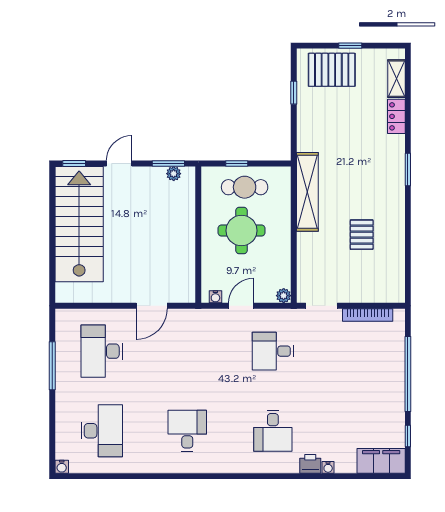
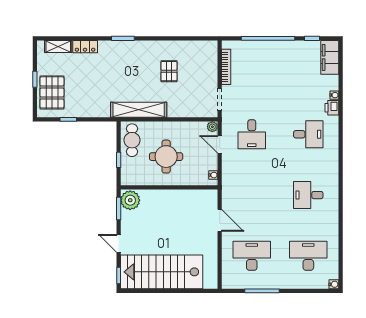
plant: (174, 174) -> (130, 200), width x1.88, depth x1.88
cafe table: (245, 187) -> (132, 140), moved
pallet: (362, 235) -> (169, 71), turned 90
door: (241, 306) -> (220, 144), moved
desk: (102, 351) -> (252, 256), turned 180

